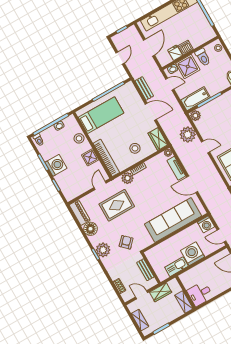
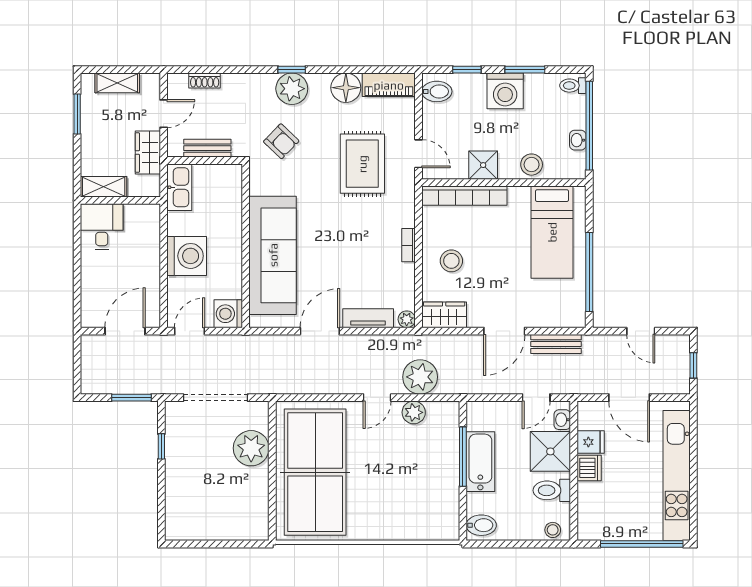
bathtub: (195, 99) -> (480, 462), moved
plant: (195, 116) -> (414, 412), moved
plant: (127, 178) -> (402, 214), removed
bidet: (71, 192) -> (437, 91), added
kitchen sink: (176, 267) -> (179, 187), moved

